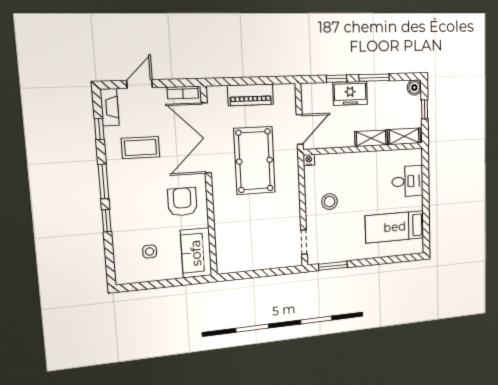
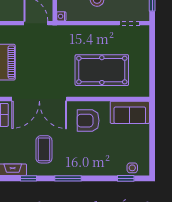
pool table: (254, 161) -> (102, 70), moved
window: (107, 221) -> (126, 178), moved
side table: (150, 252) -> (132, 168), moved

